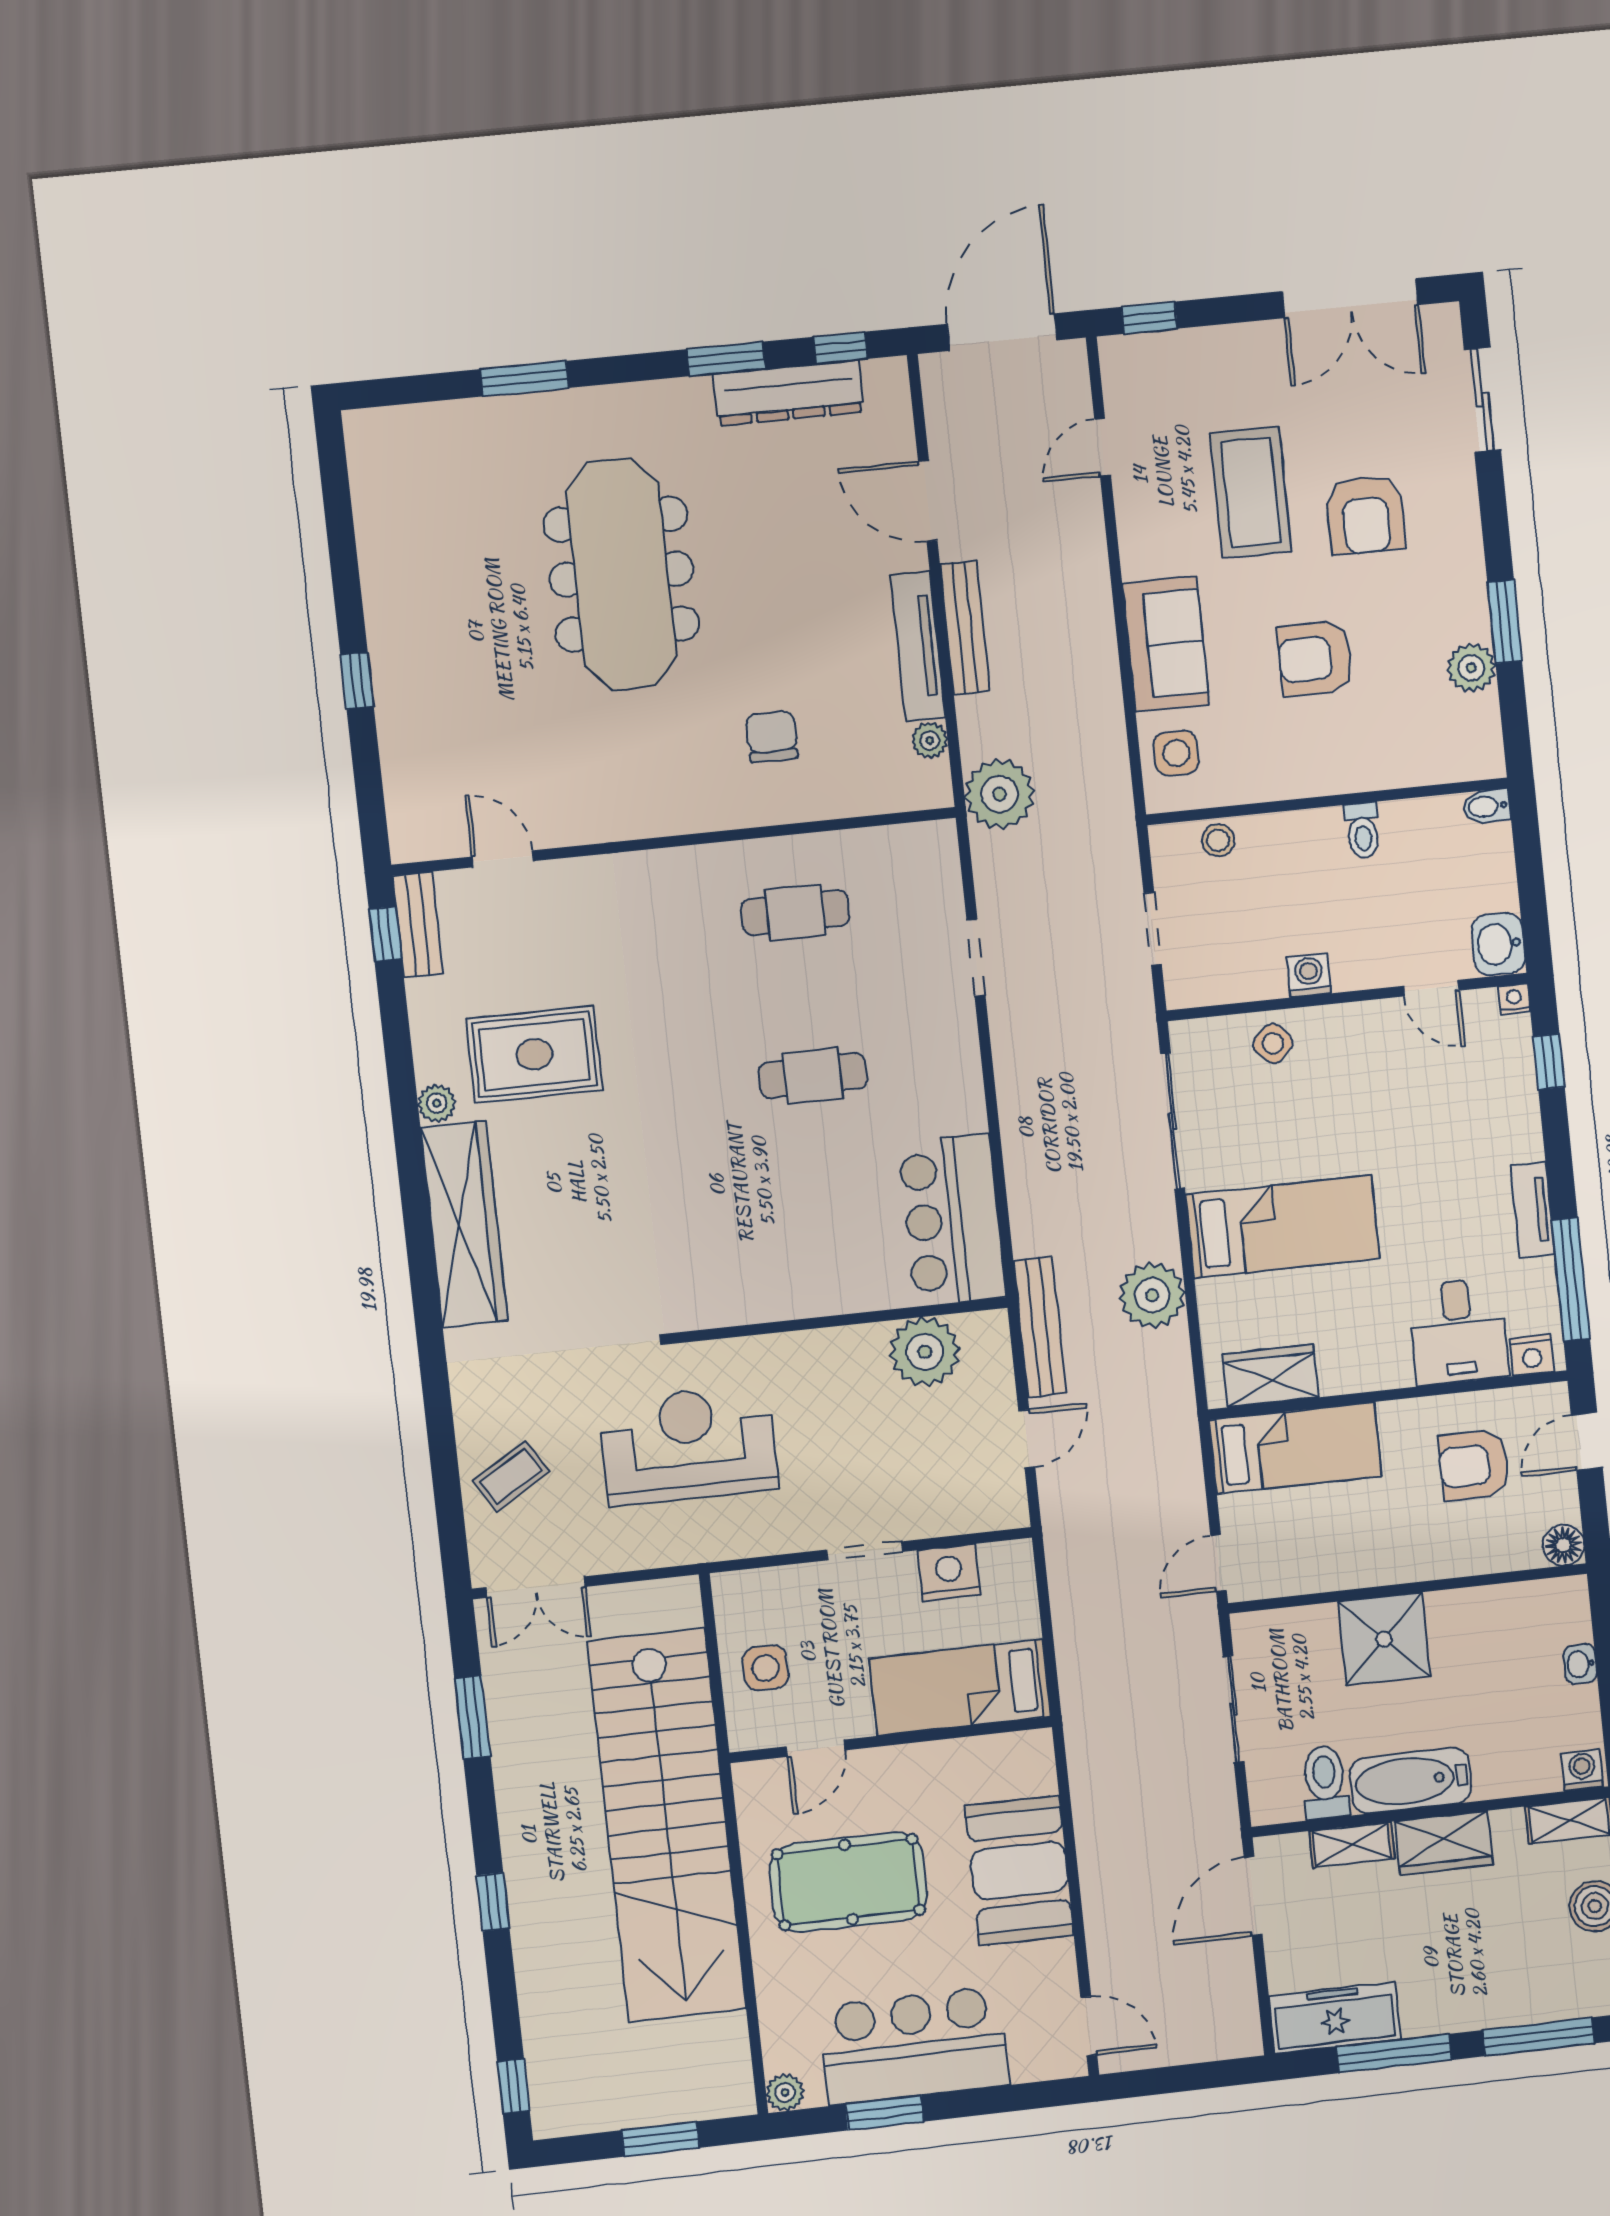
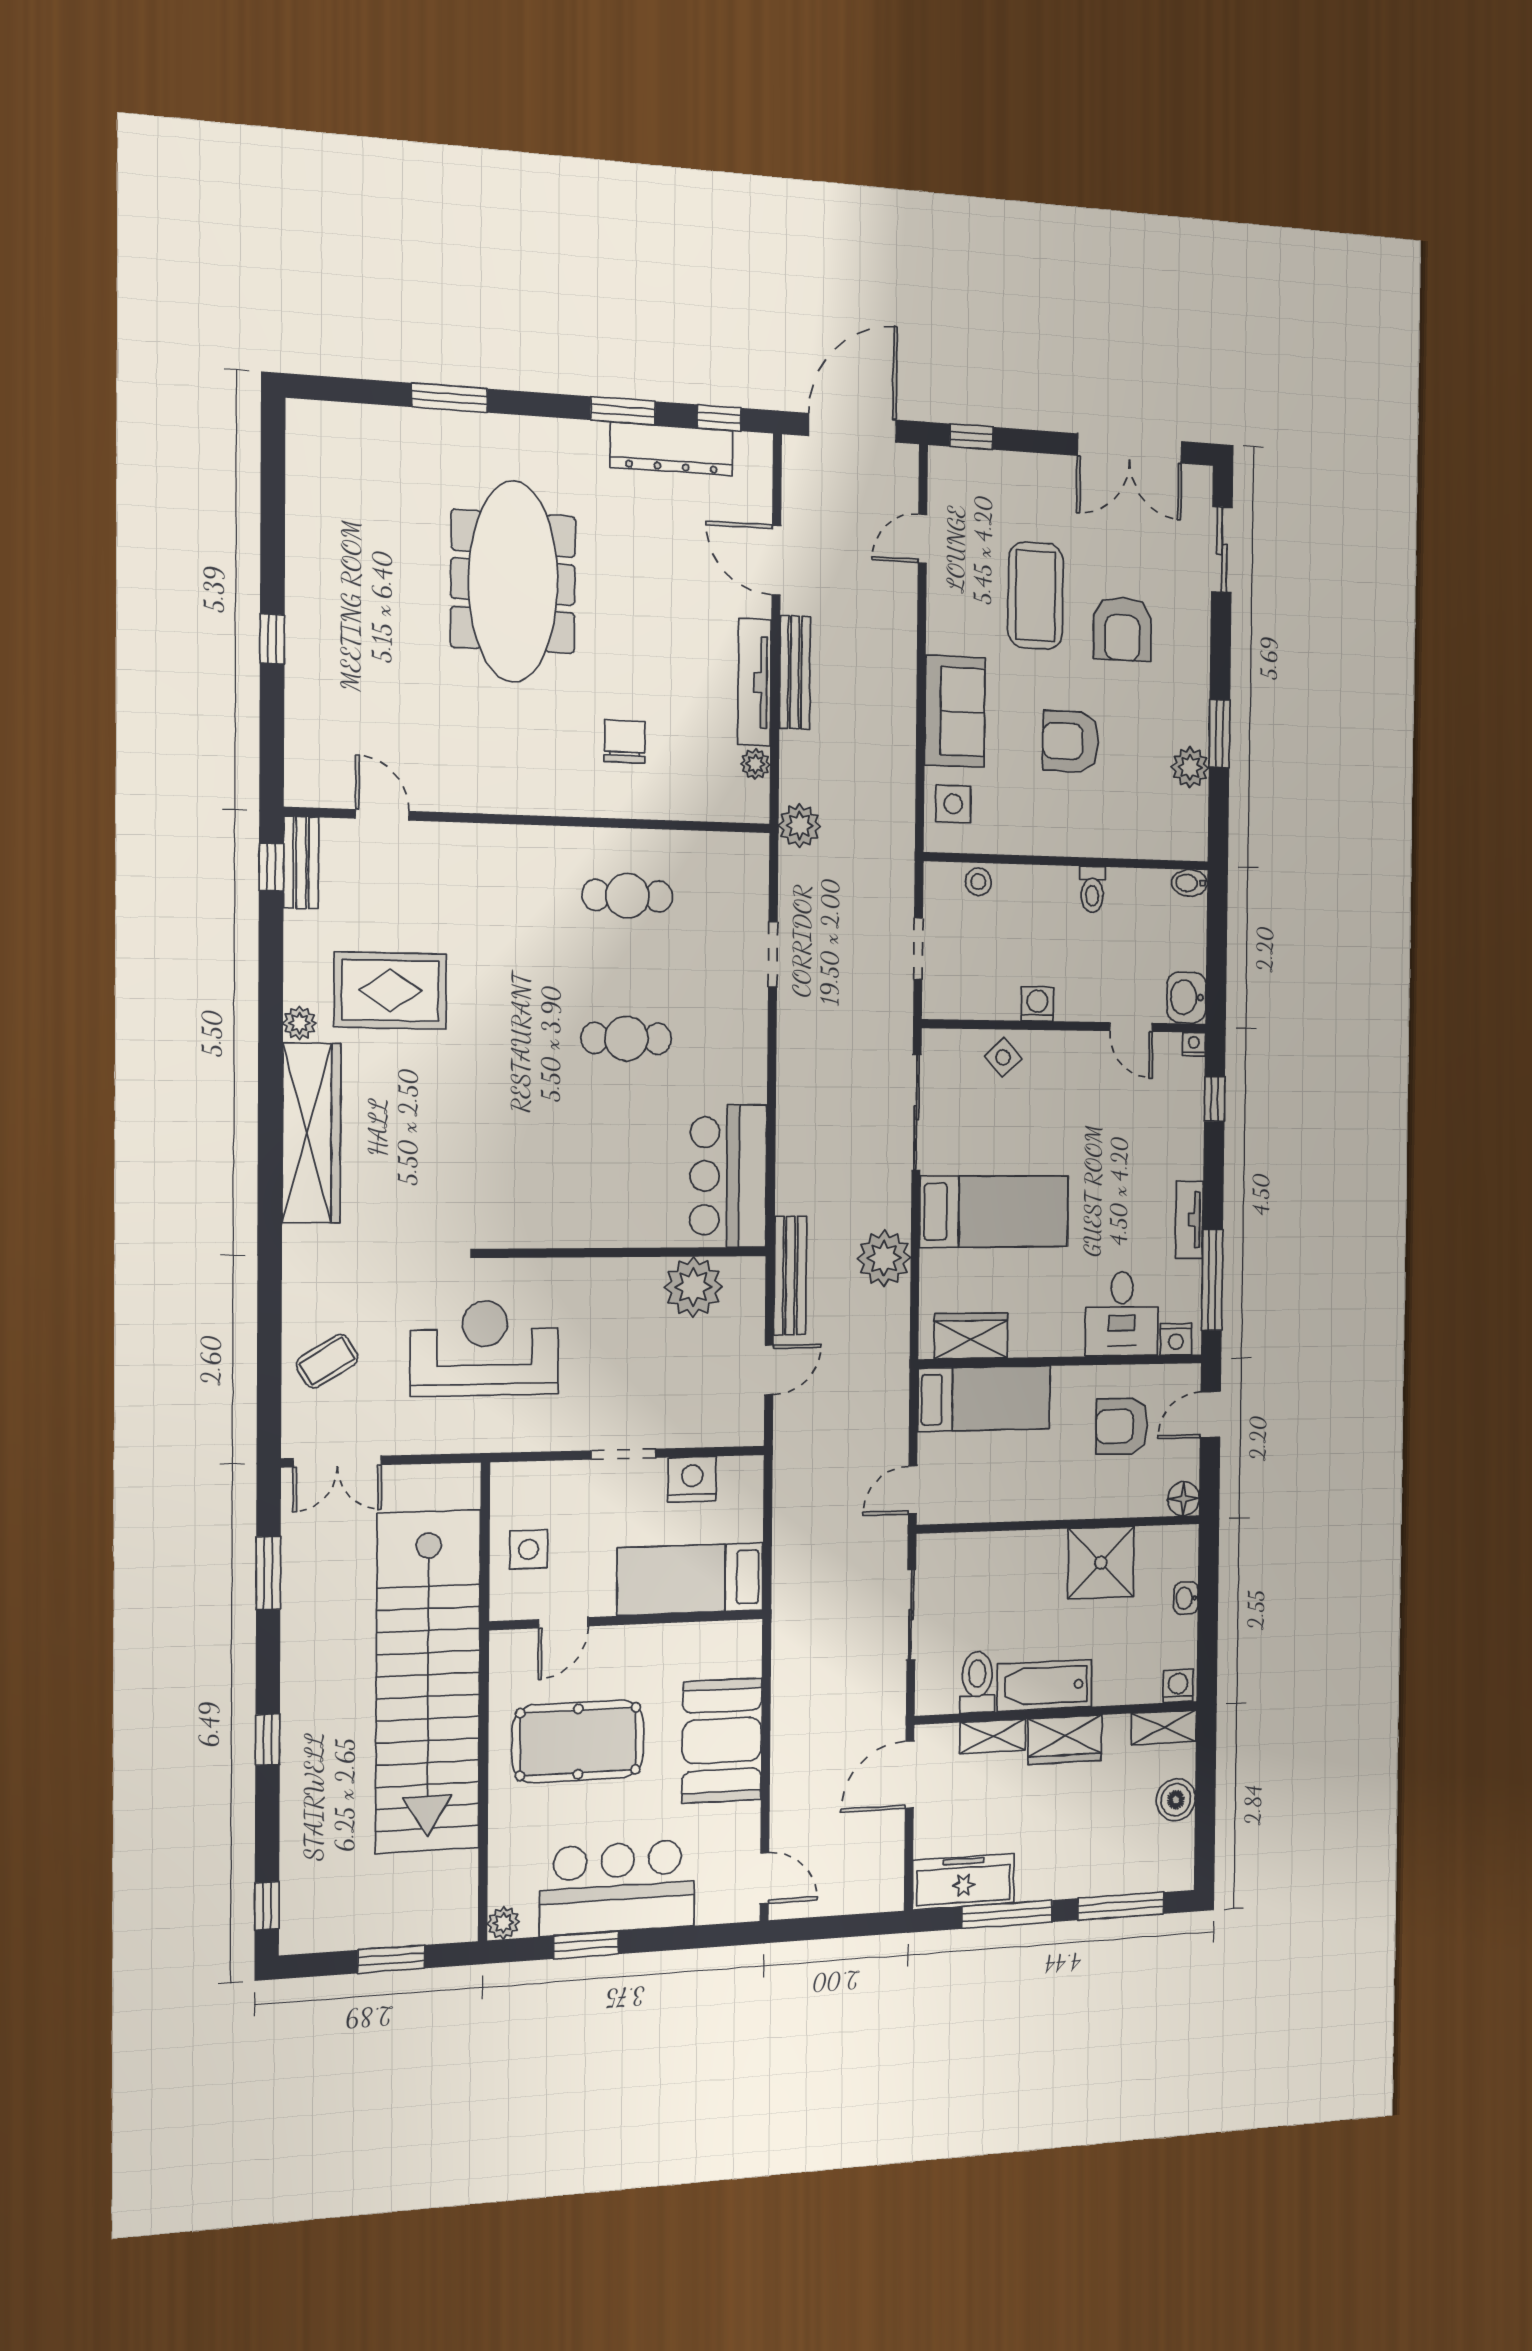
plant: (1000, 794) -> (800, 826), width x0.73, depth x0.73
shower: (1384, 1639) -> (1101, 1563), moved

